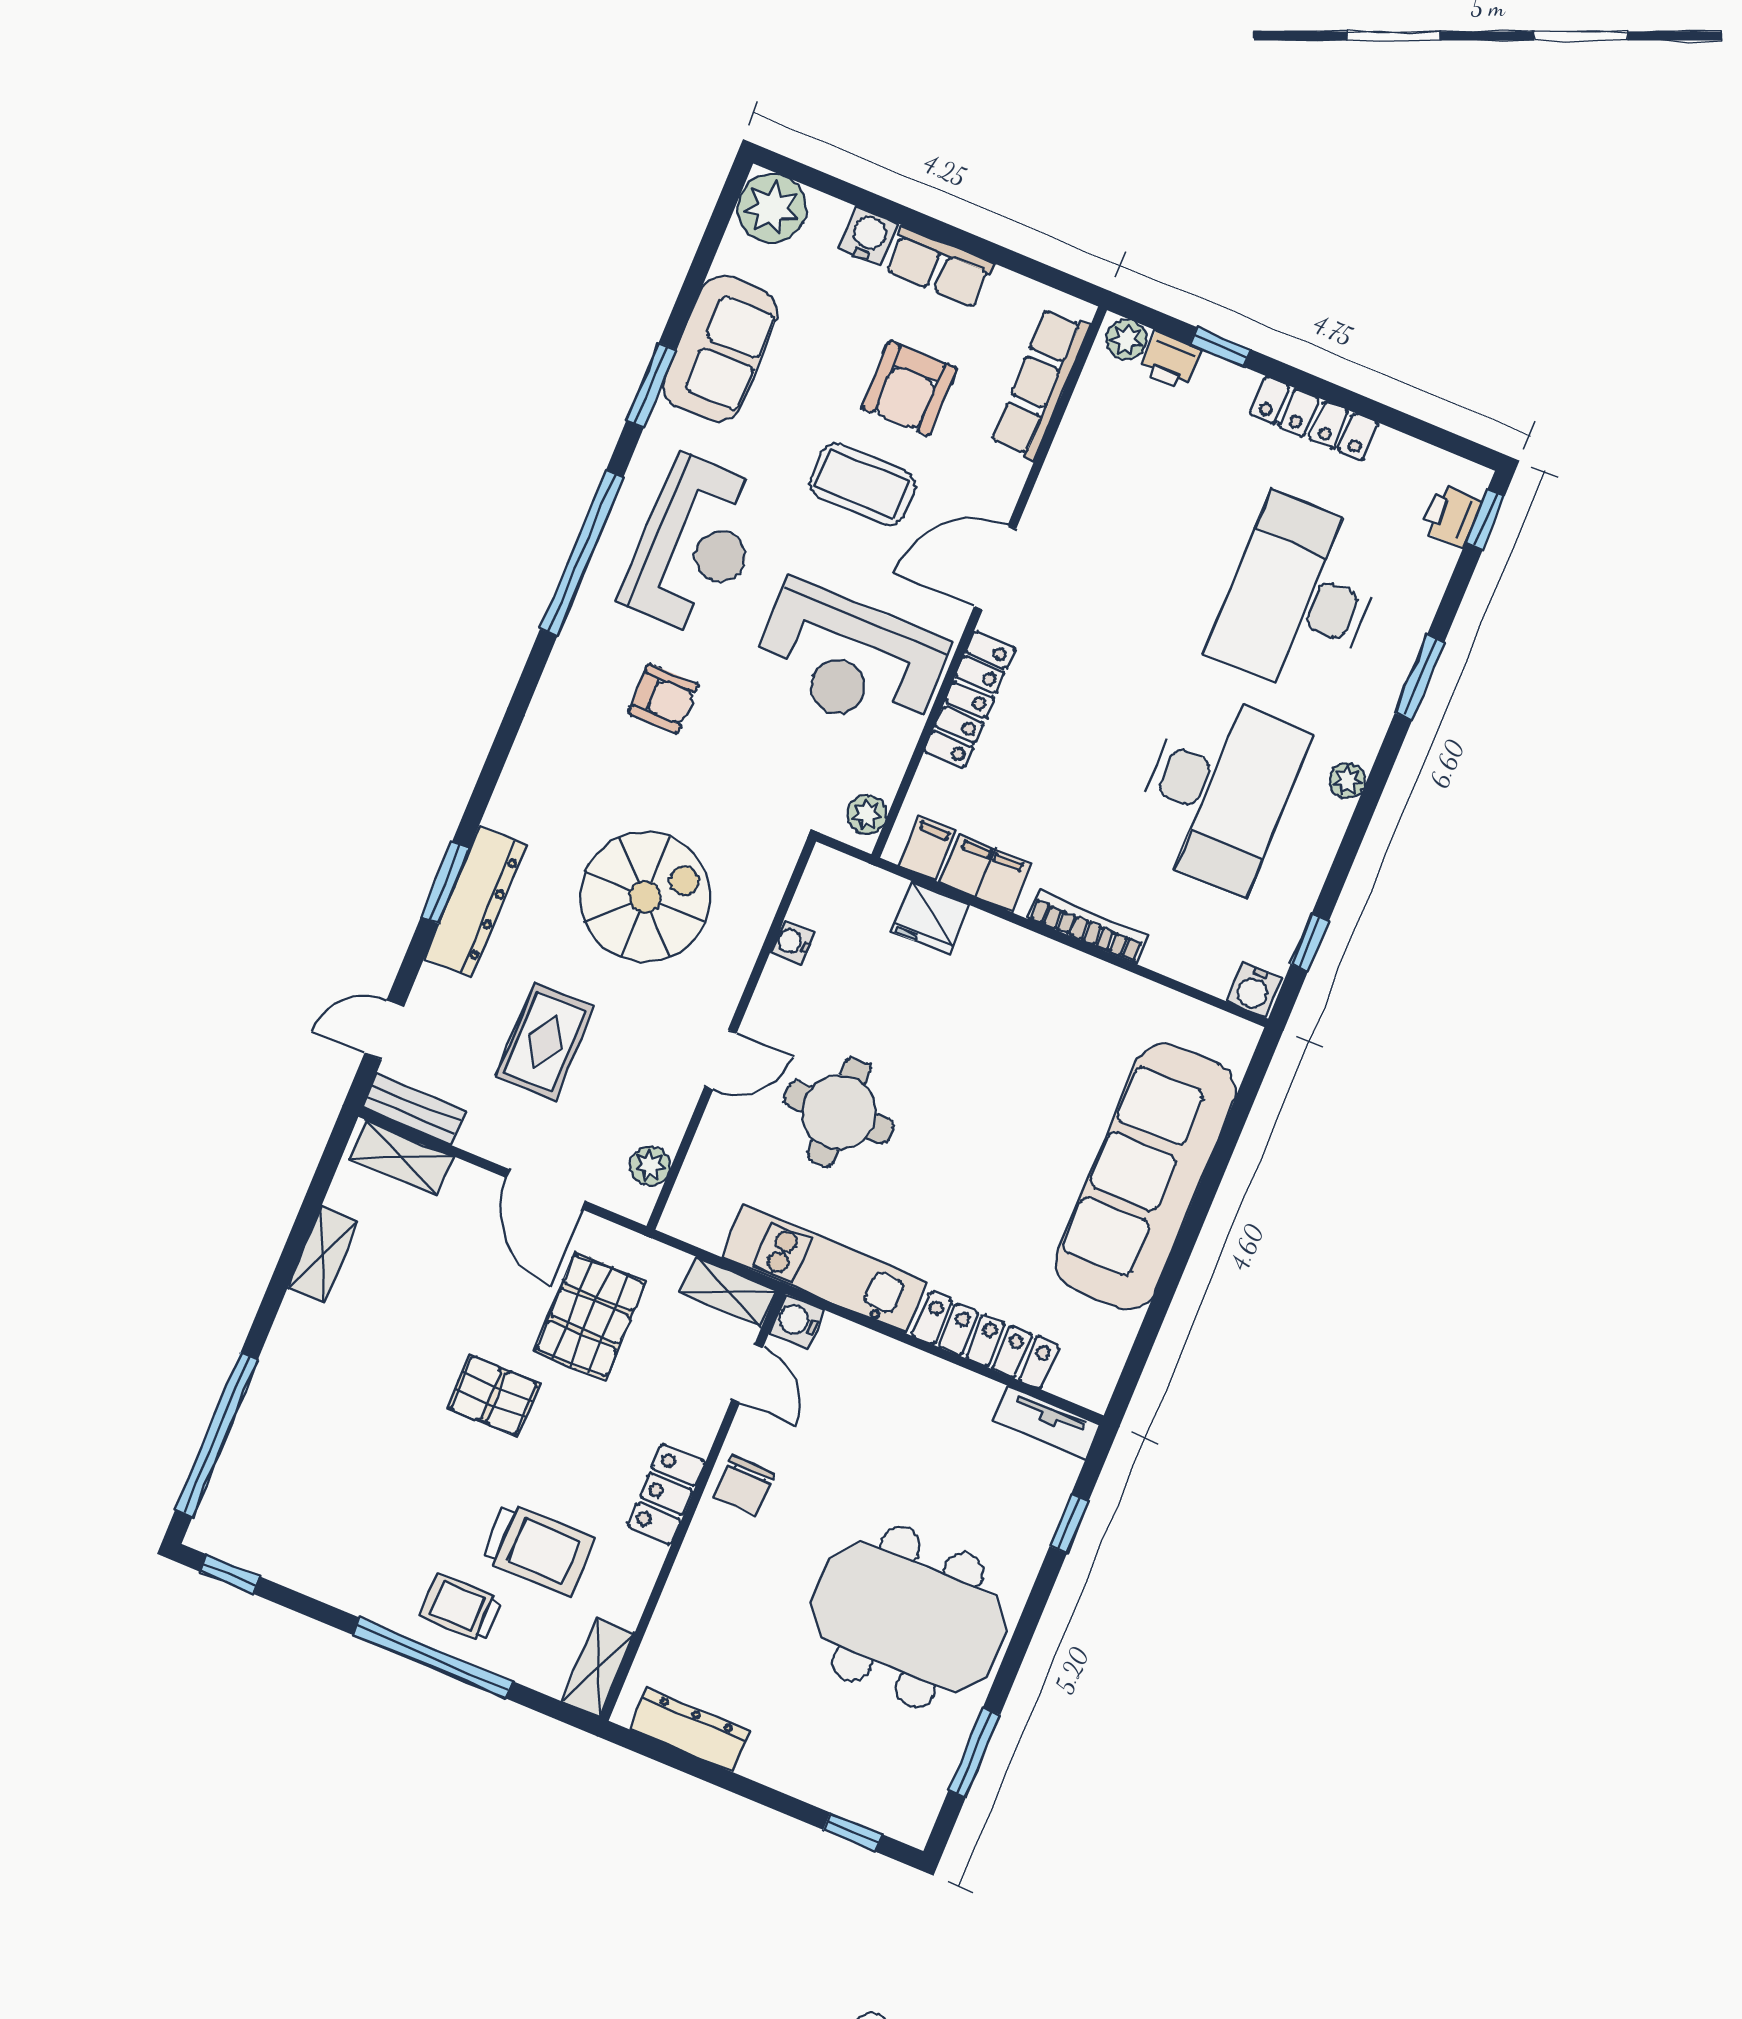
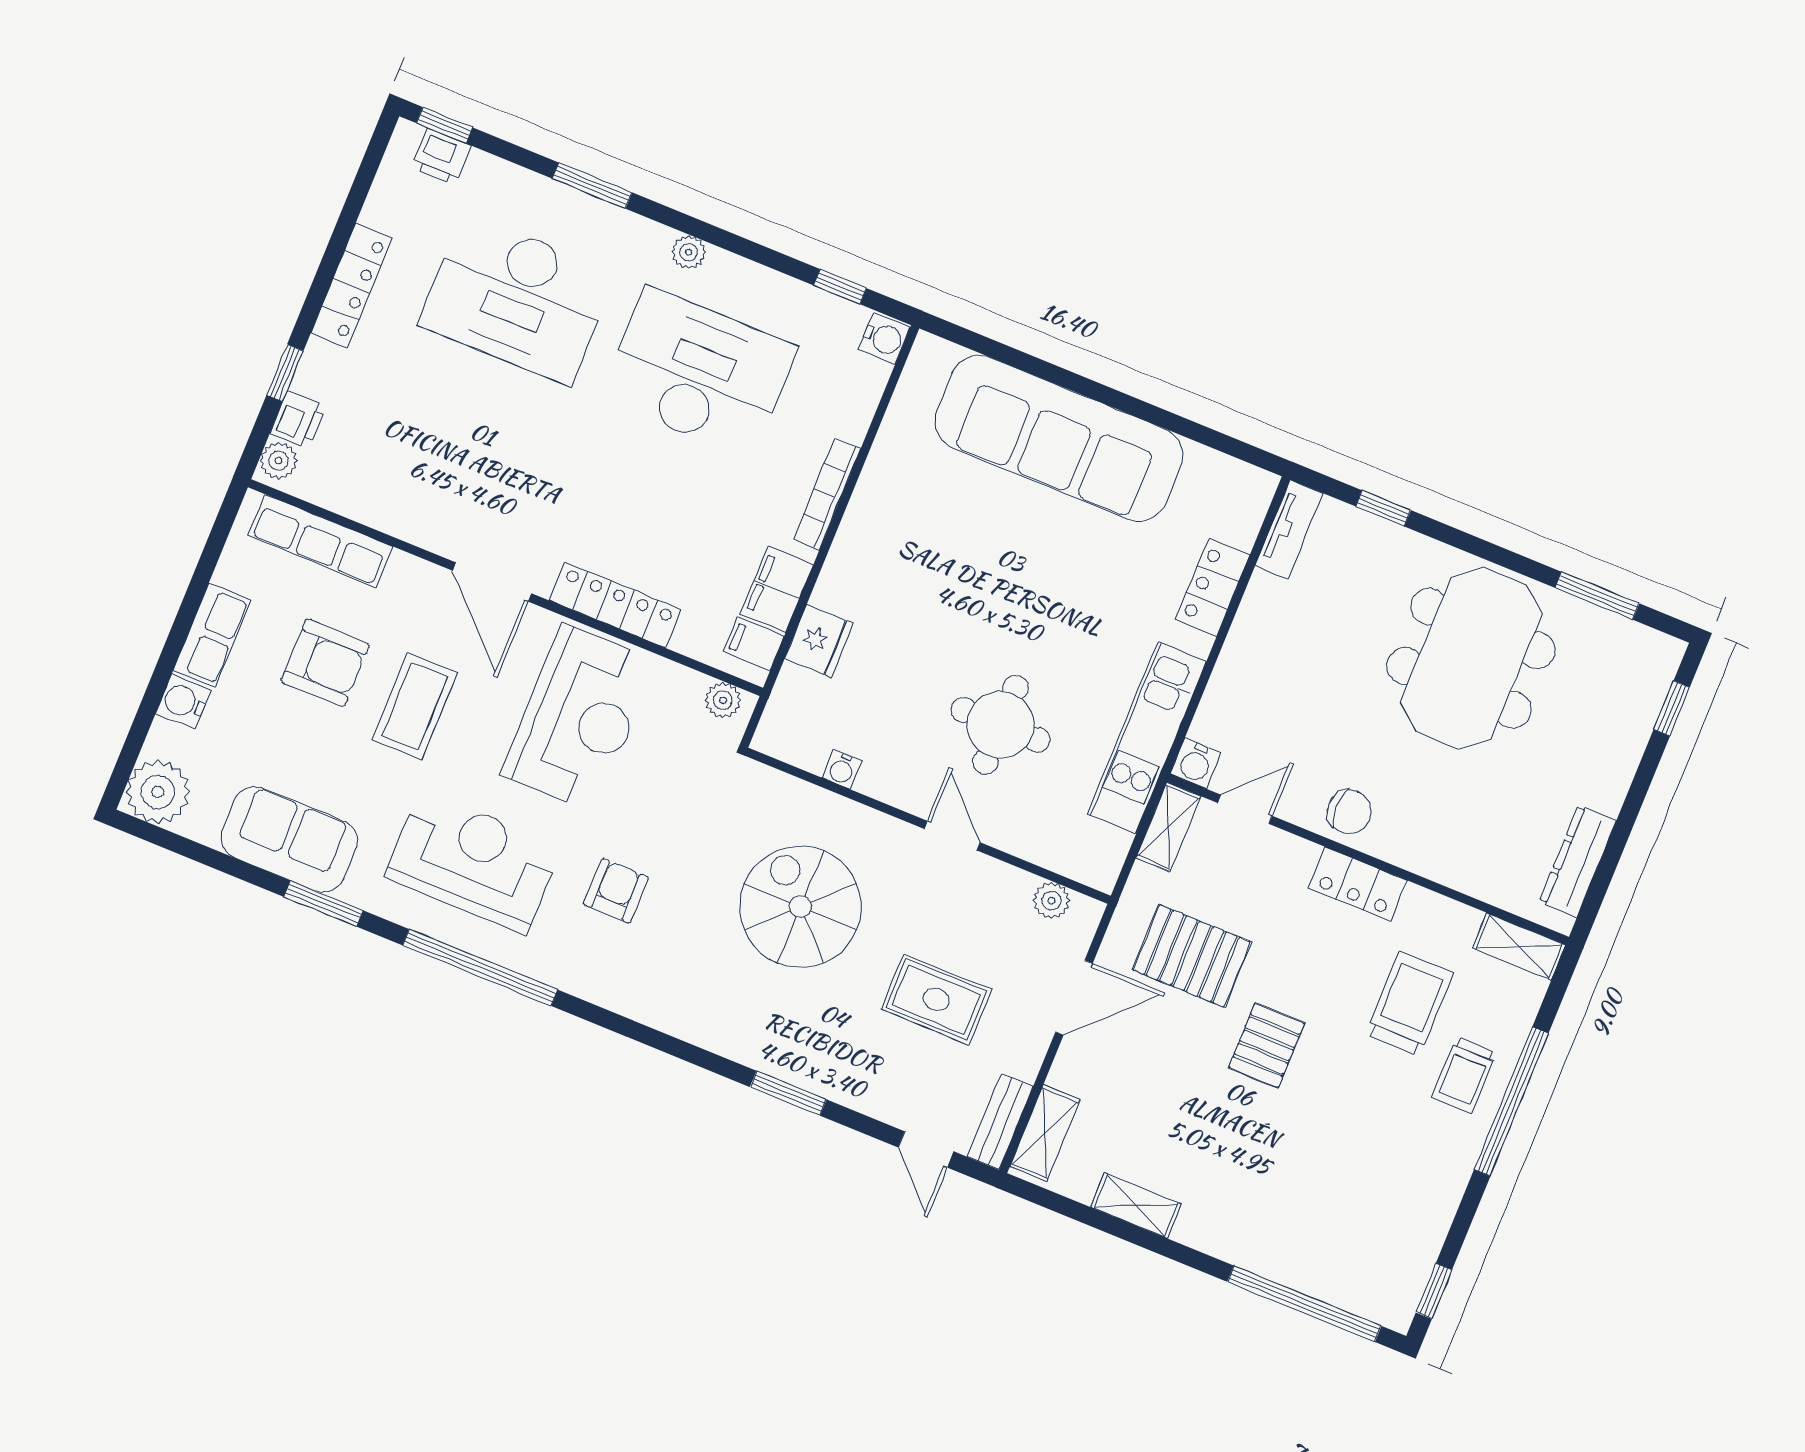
dresser: (475, 902) -> (806, 1065), removed
locker: (985, 1341) -> (1213, 587), width x0.66

